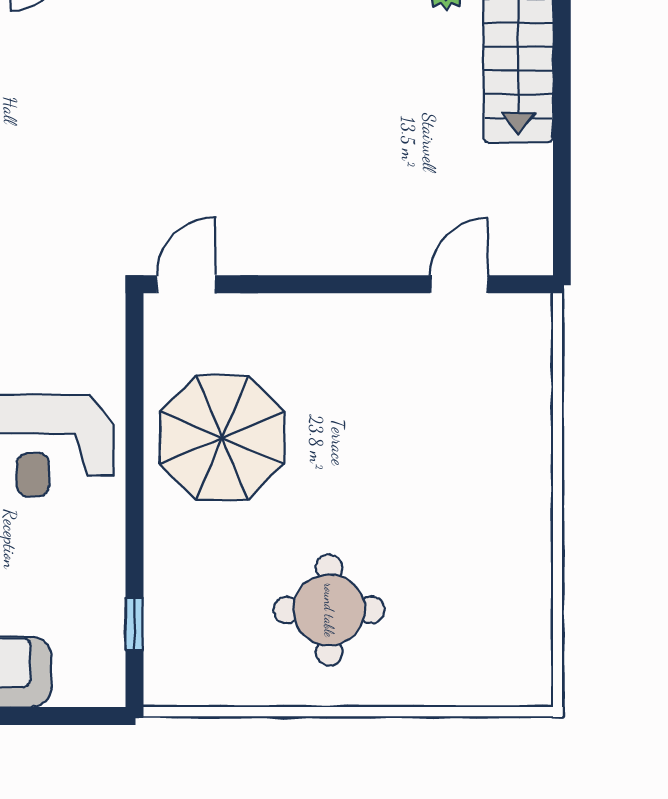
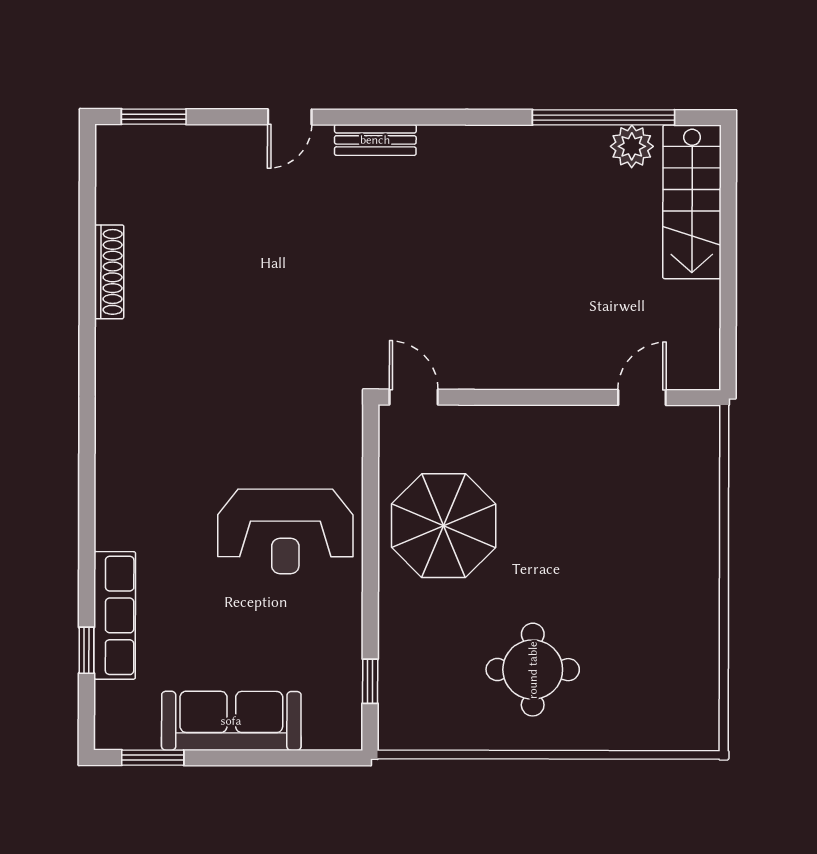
door: (186, 284) -> (414, 397), hinge flipped

